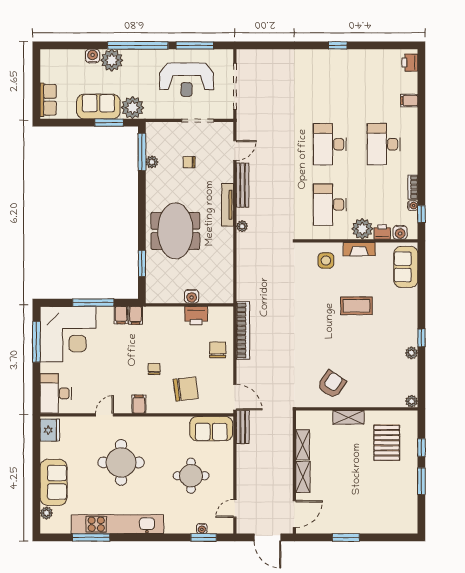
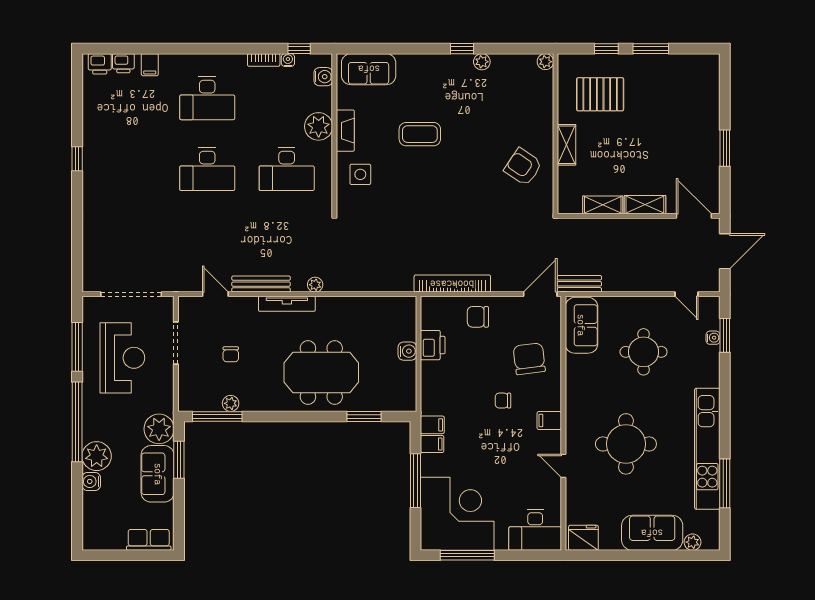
printer: (382, 232) -> (123, 63), moved, turned -90
coffee table: (357, 306) -> (420, 134), turned 90

